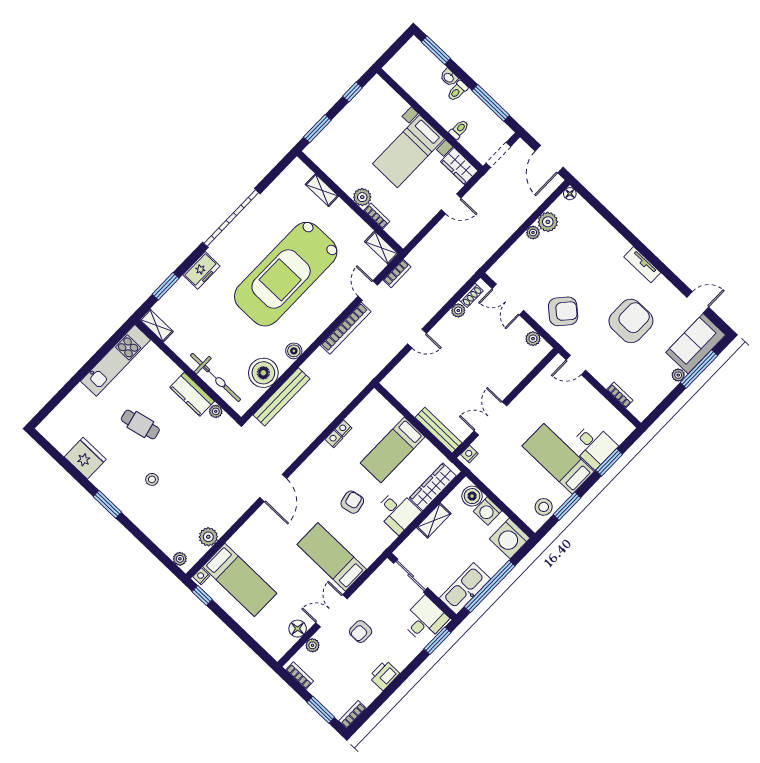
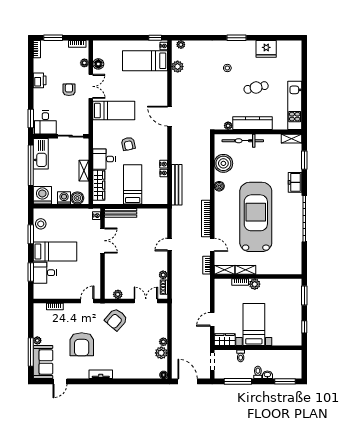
shelving: (322, 190) -> (246, 270), moved
kitchen counter: (192, 394) -> (252, 123), width x1.50
bench: (281, 397) -> (177, 185), moved

